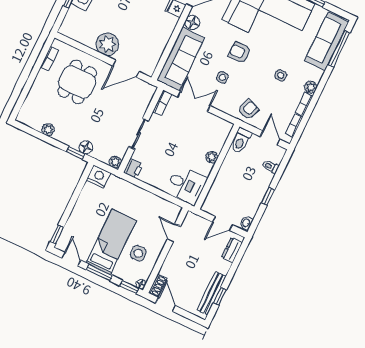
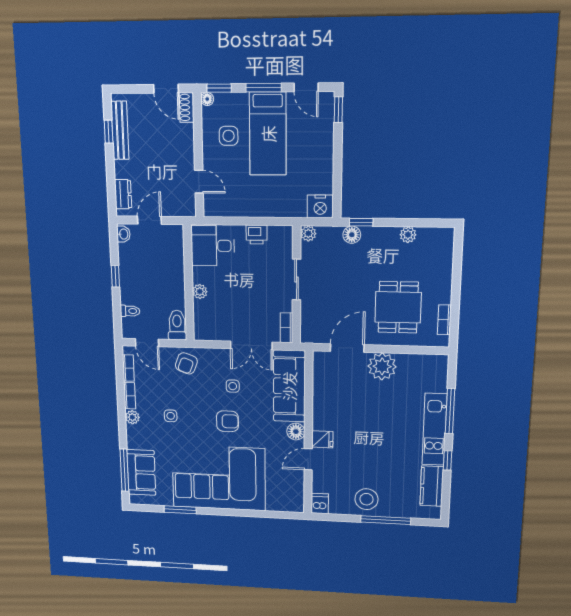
sofa: (327, 41) -> (141, 472), width x0.73
printer: (133, 169) -> (257, 235), moved, turned -90

